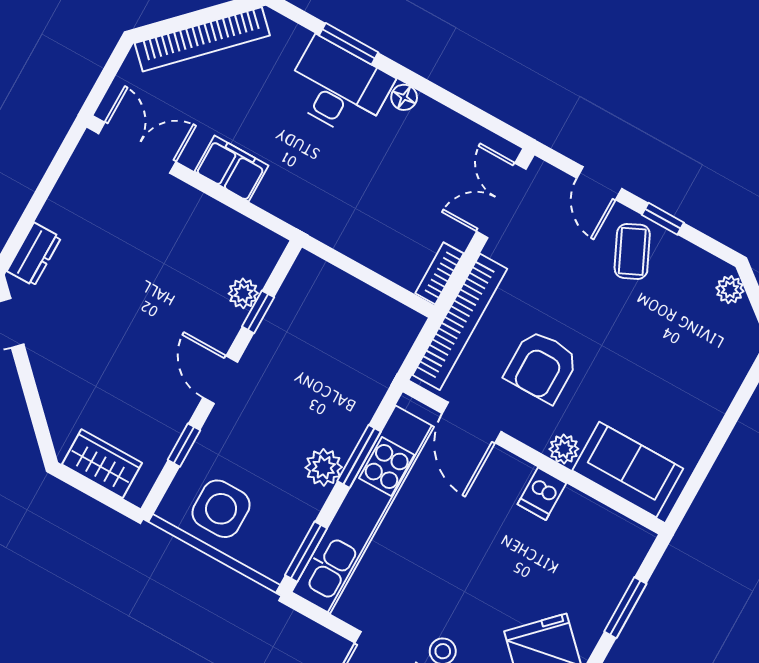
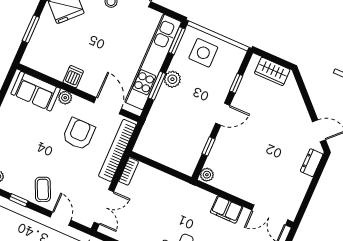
window: (663, 219) -> (19, 200), moved
plant: (243, 293) -> (207, 175), moved
door: (220, 380) -> (223, 114), hinge flipped
side table: (221, 509) -> (203, 53), moved

